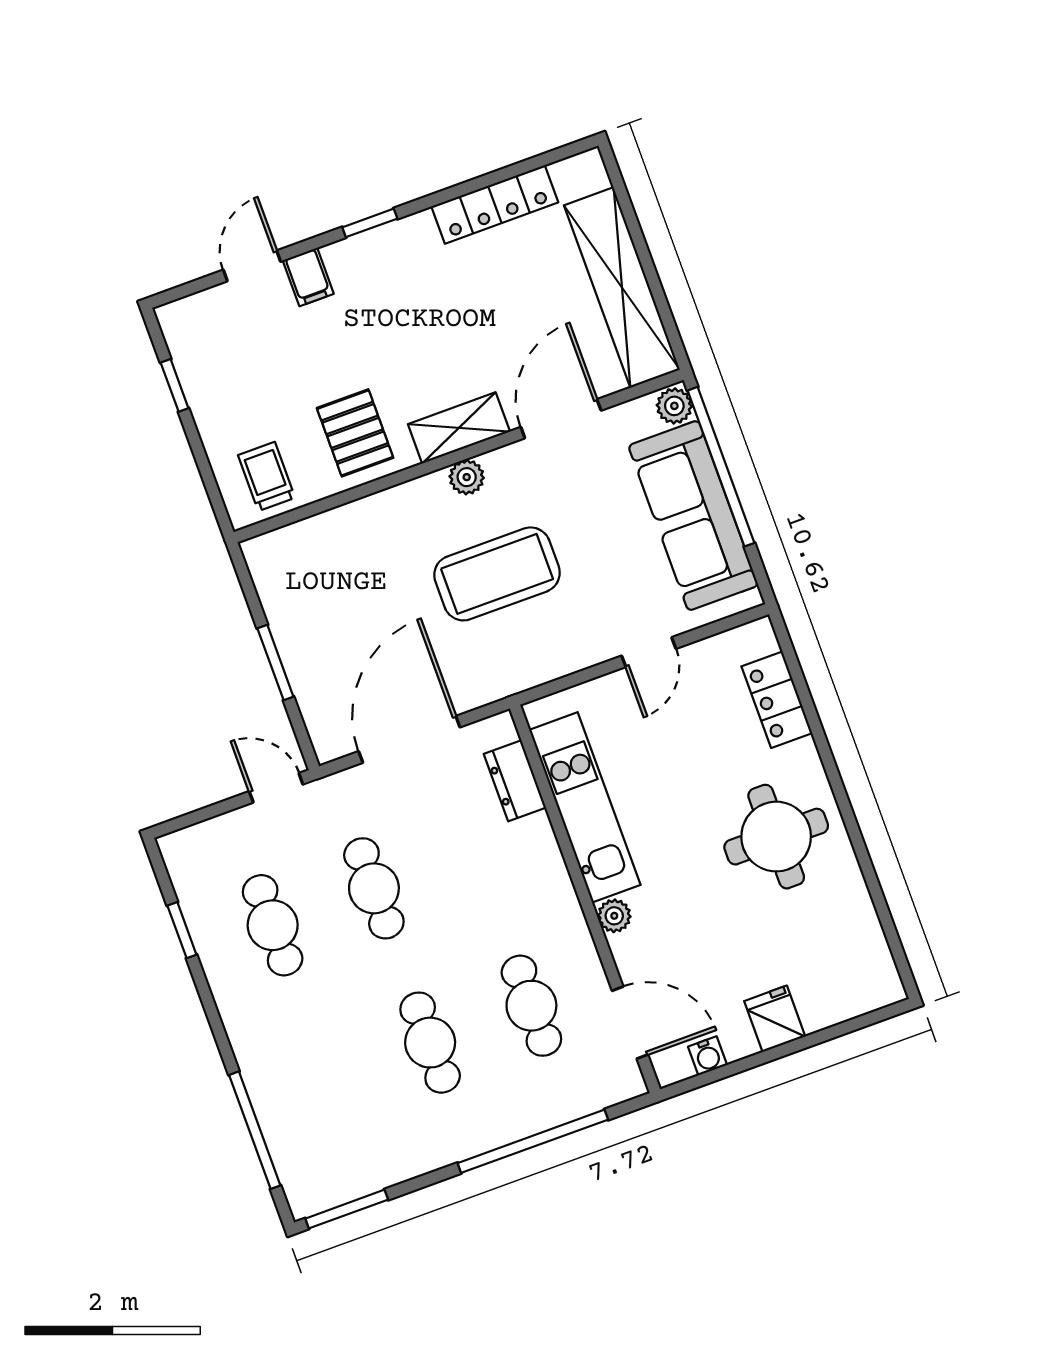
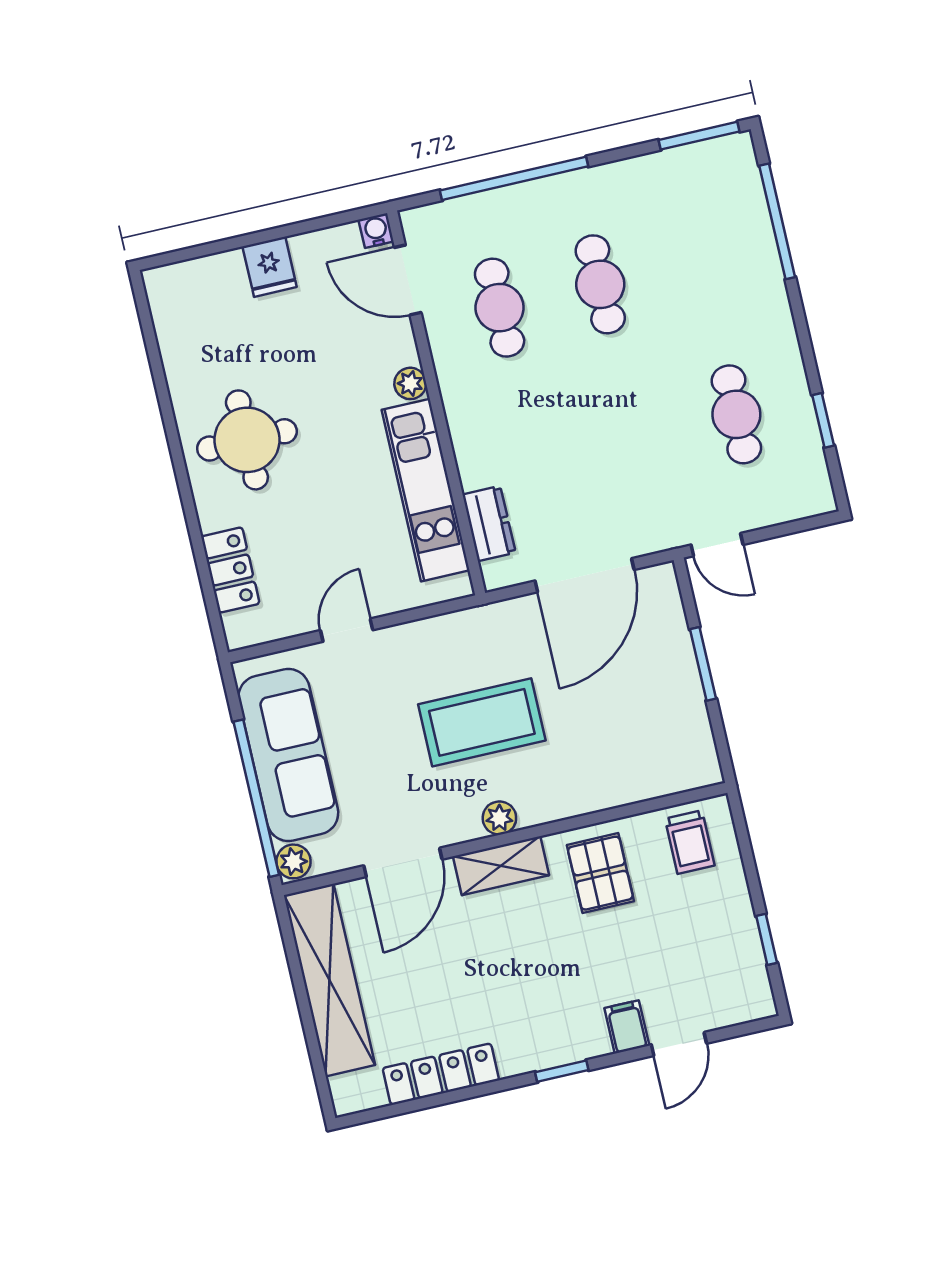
cafe table: (374, 888) -> (636, 438), removed
water cooler: (708, 1056) -> (376, 231), moved

